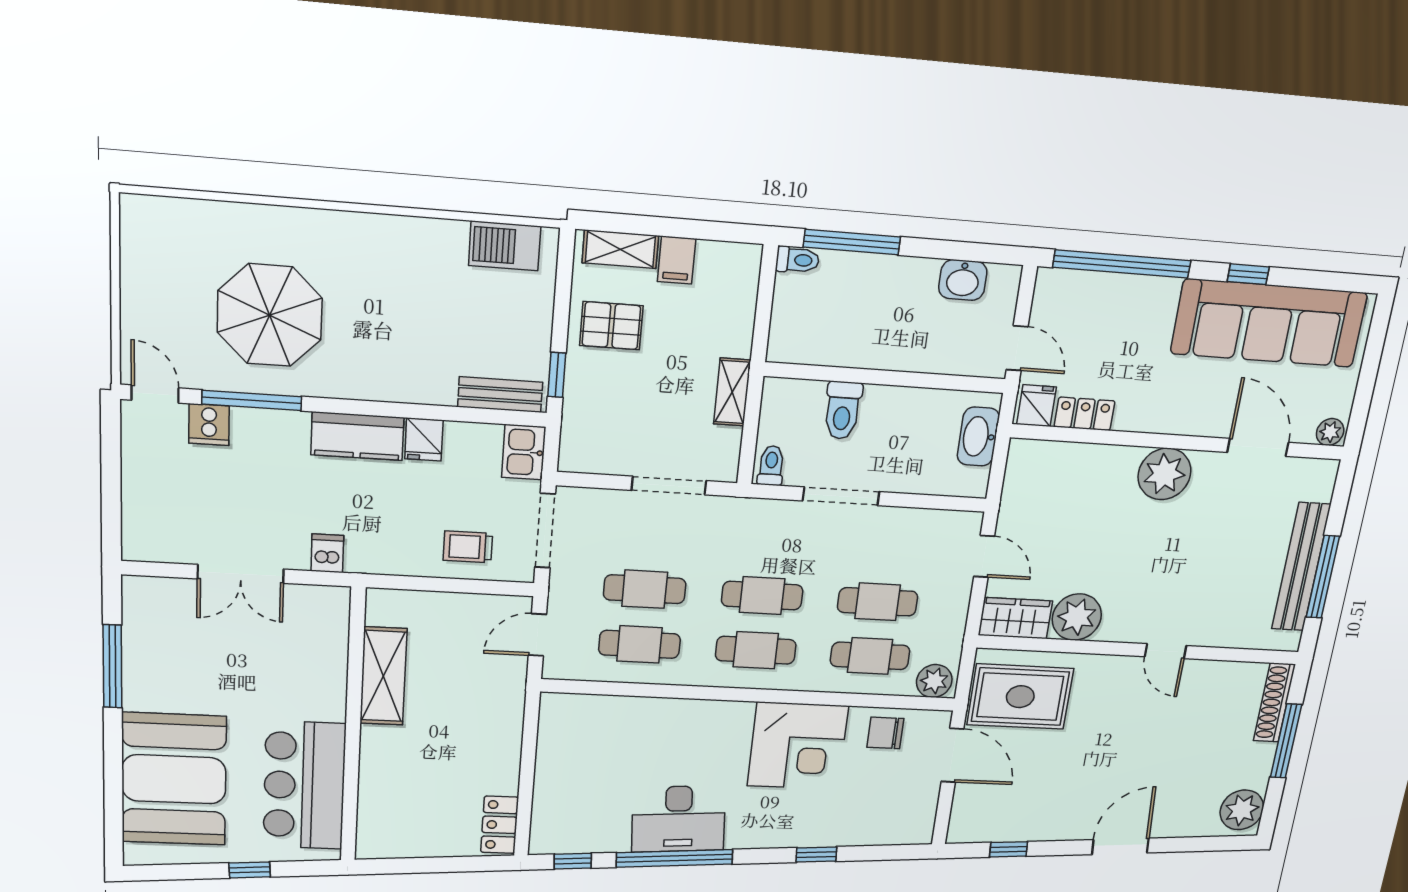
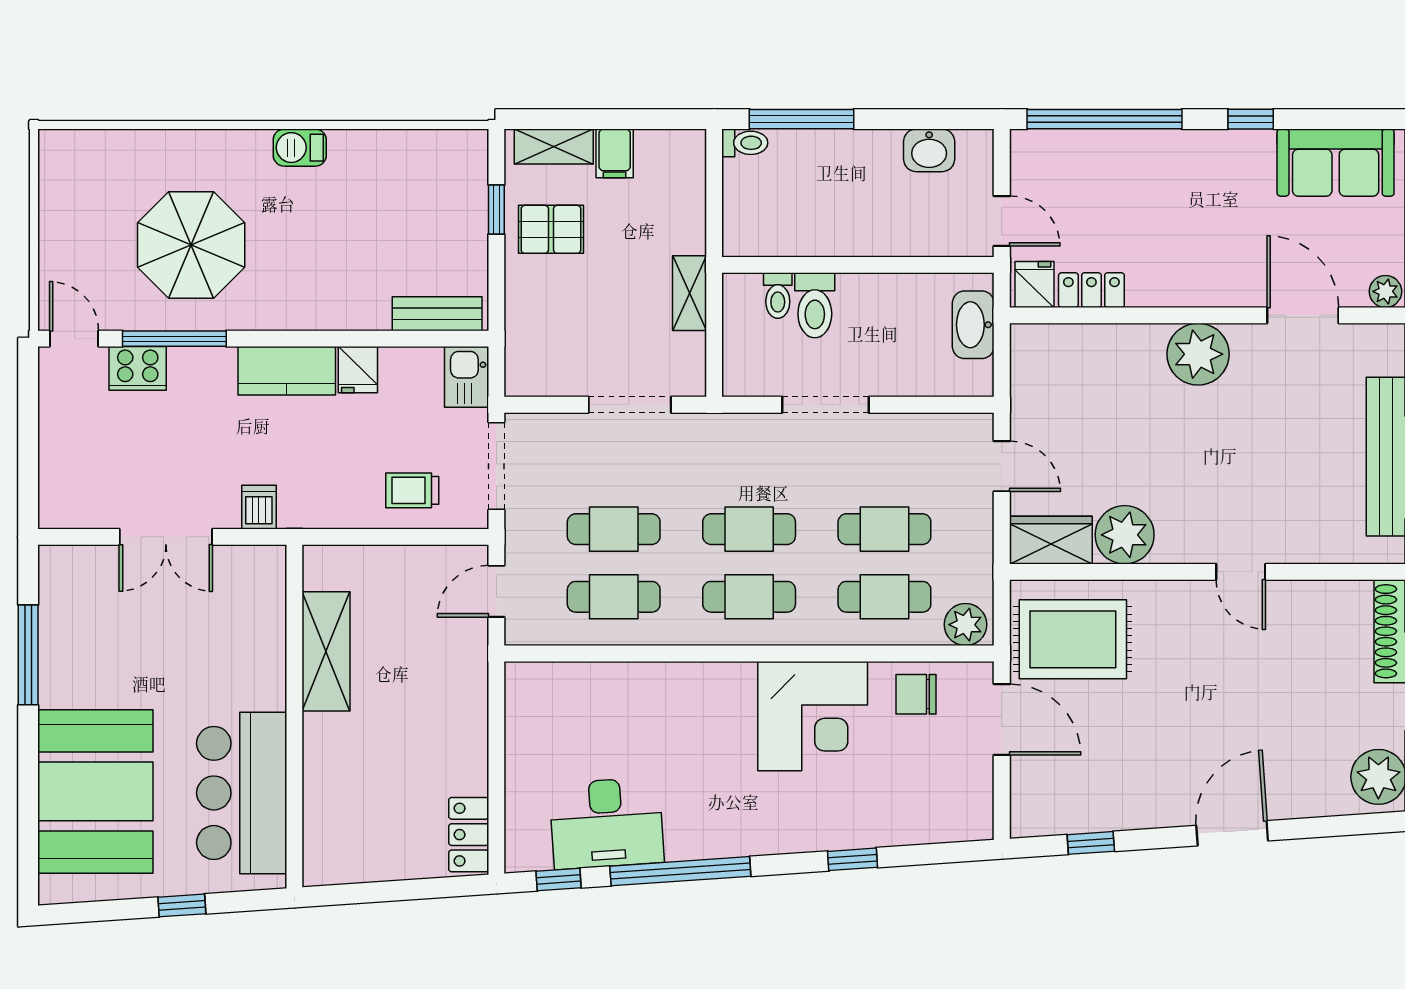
barbecue: (505, 246) -> (300, 148), moved, width x0.73, depth x0.79
sofa: (1269, 323) -> (1336, 163), width x0.54, depth x0.79
window: (557, 375) -> (496, 209), moved
cooker: (209, 425) -> (138, 368), width x1.36
toilet: (771, 466) -> (778, 296), moved, turned 180
desk: (678, 819) -> (607, 823), moved

